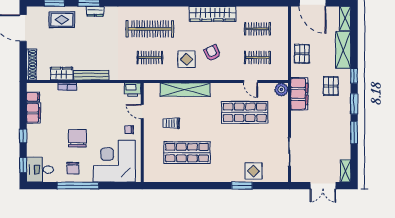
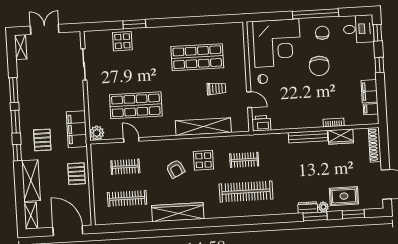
plant: (81, 11) -> (323, 207), added
clothes rail: (257, 29) -> (127, 198), width x1.36

